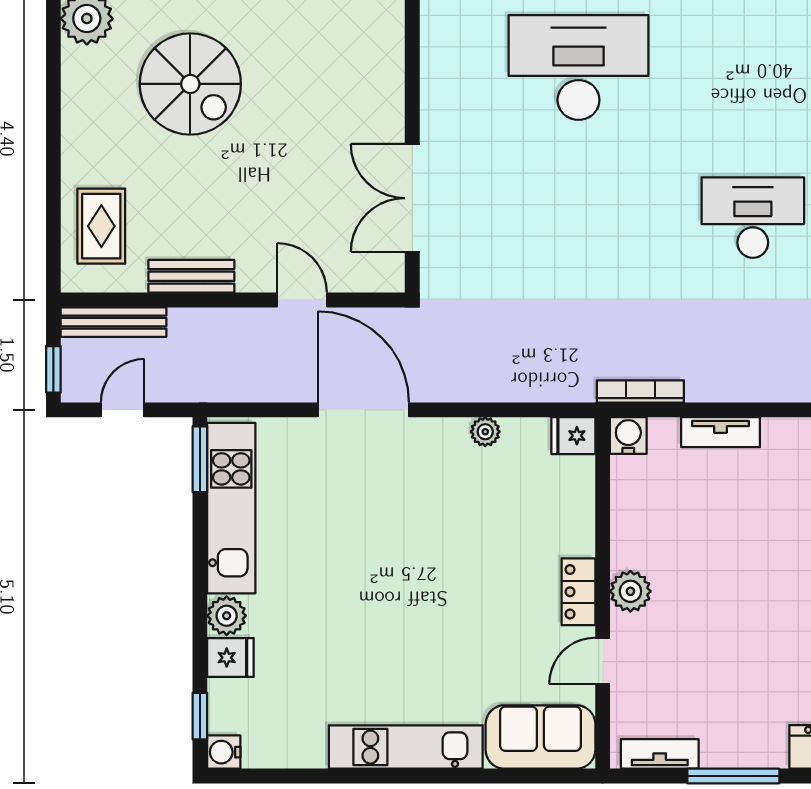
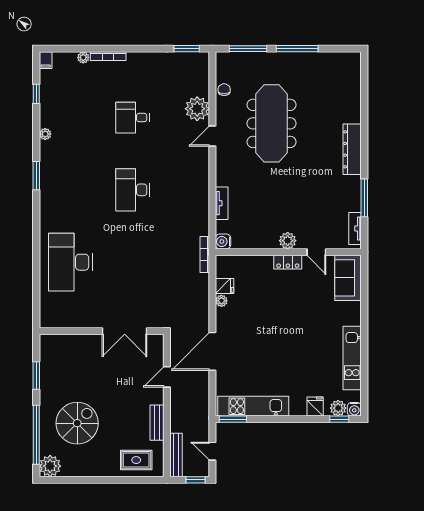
bookcase: (640, 391) -> (205, 255), moved
fridge: (573, 436) -> (225, 286), moved, turned -90
plant: (227, 616) -> (338, 408), moved
kitchen unit: (406, 747) -> (352, 358), moved

